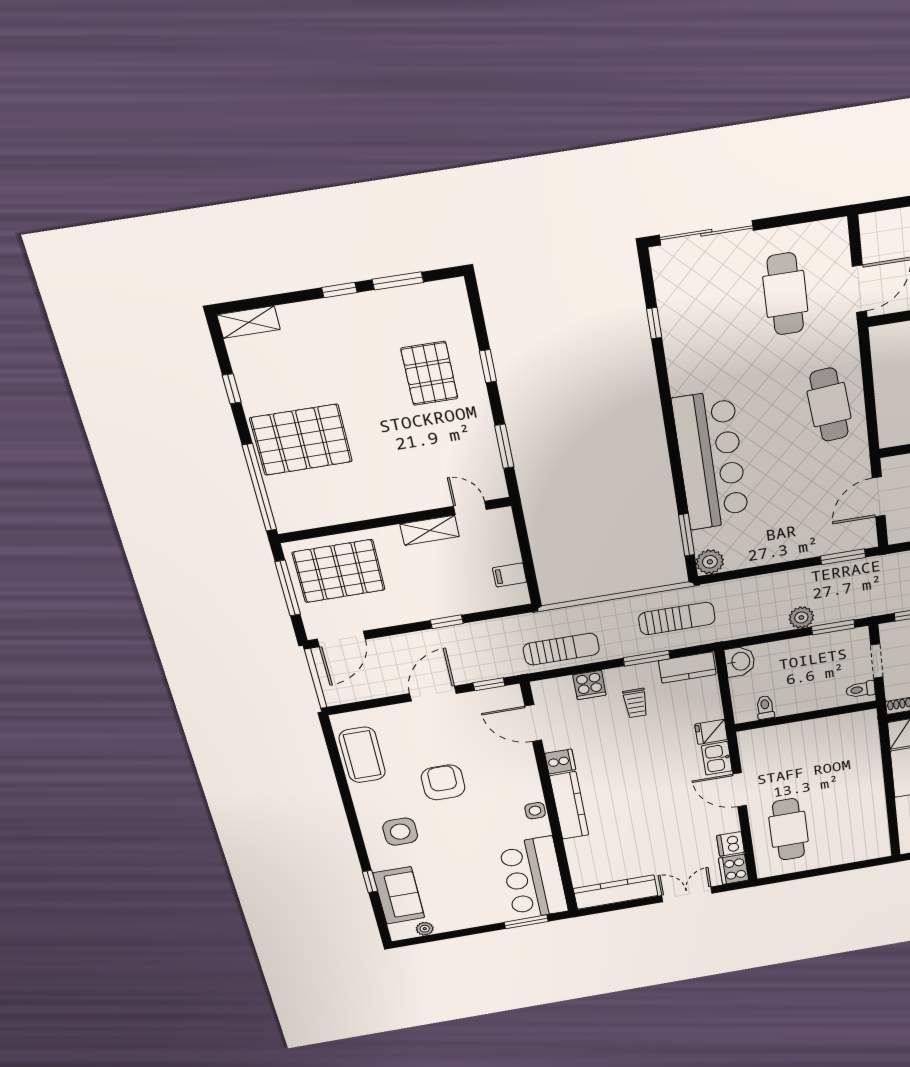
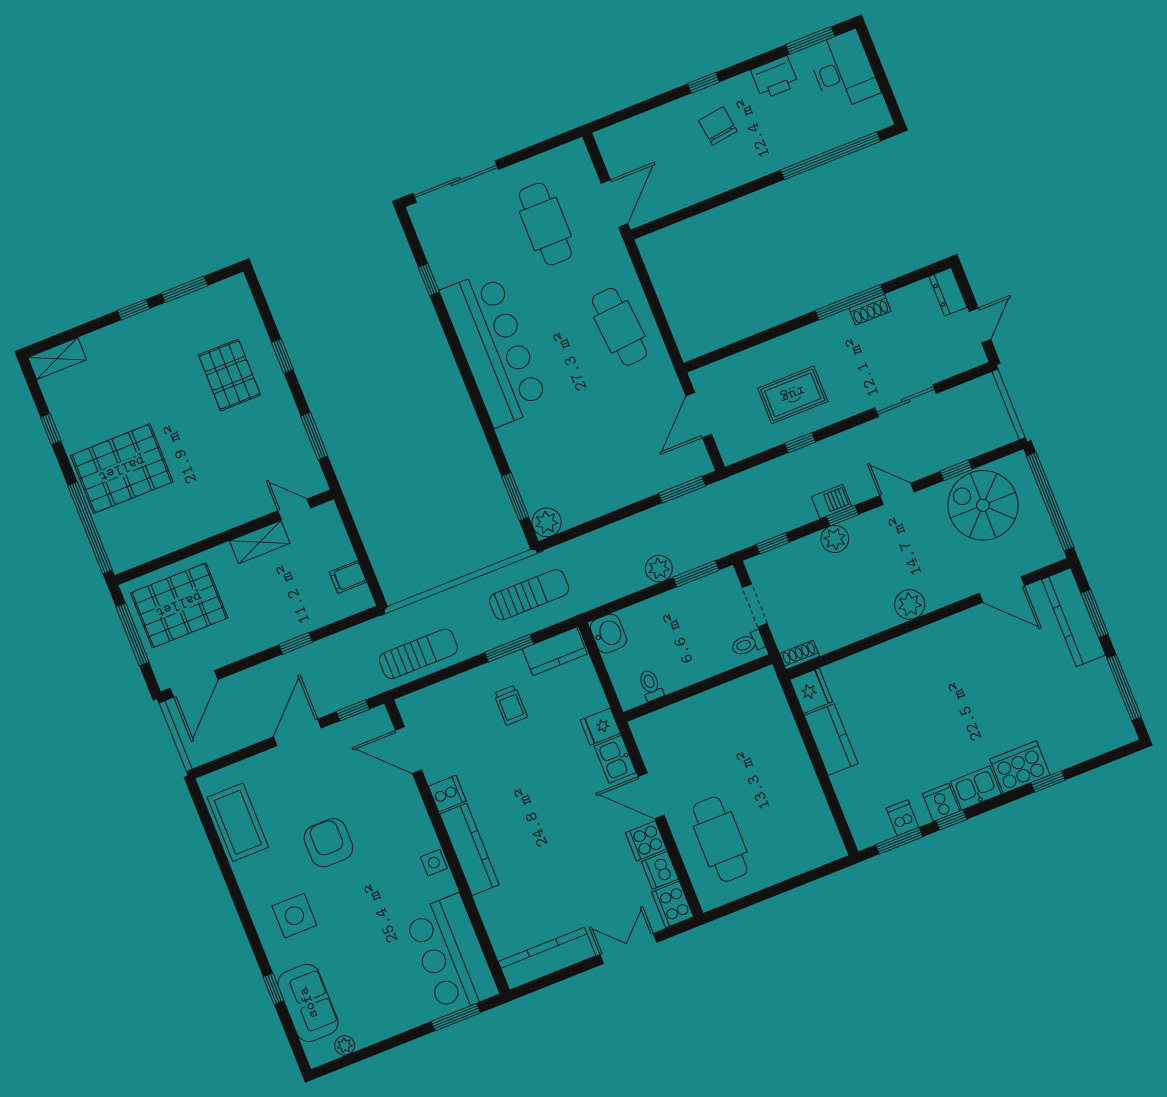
bar counter: (711, 461) -> (494, 348), moved
cooker: (589, 685) -> (646, 841), moved, turned 90

